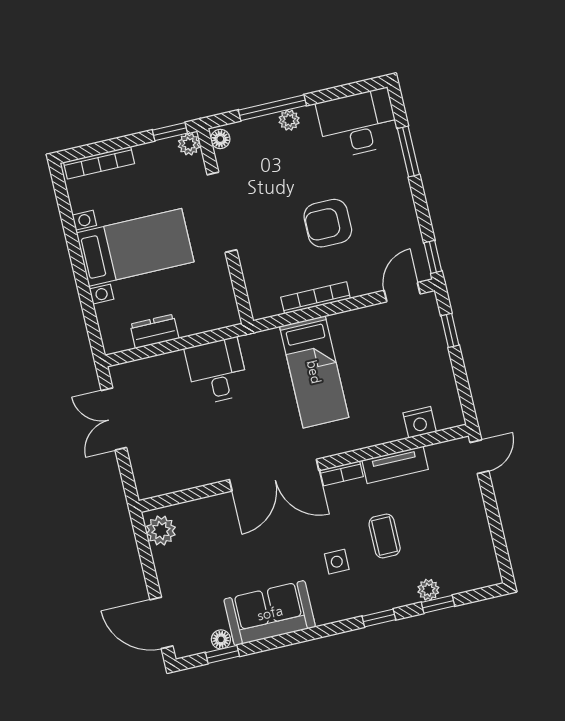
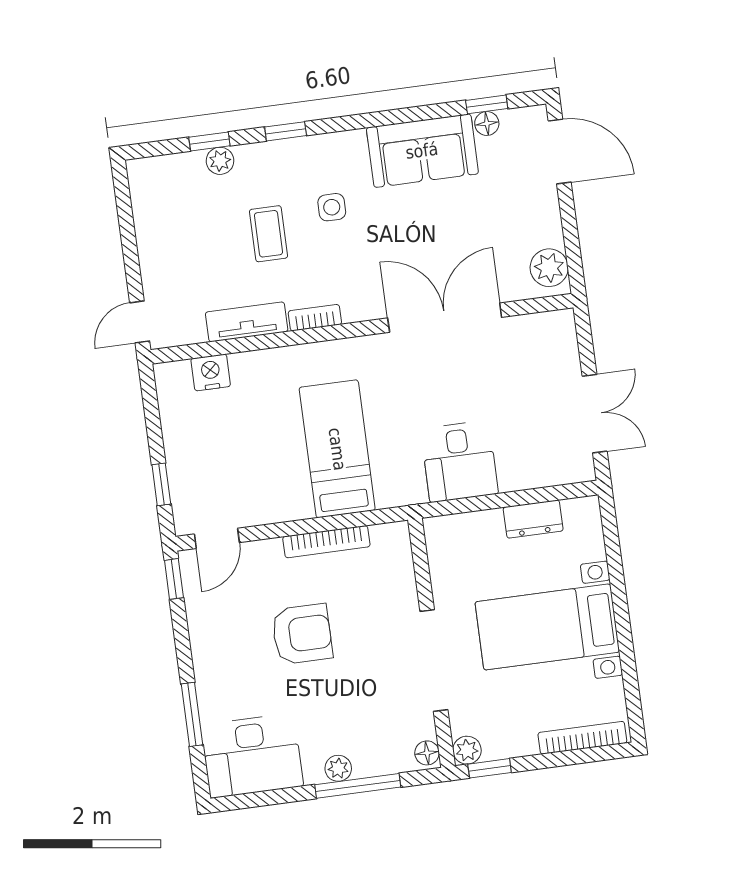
double door: (274, 475) -> (445, 318), moved

